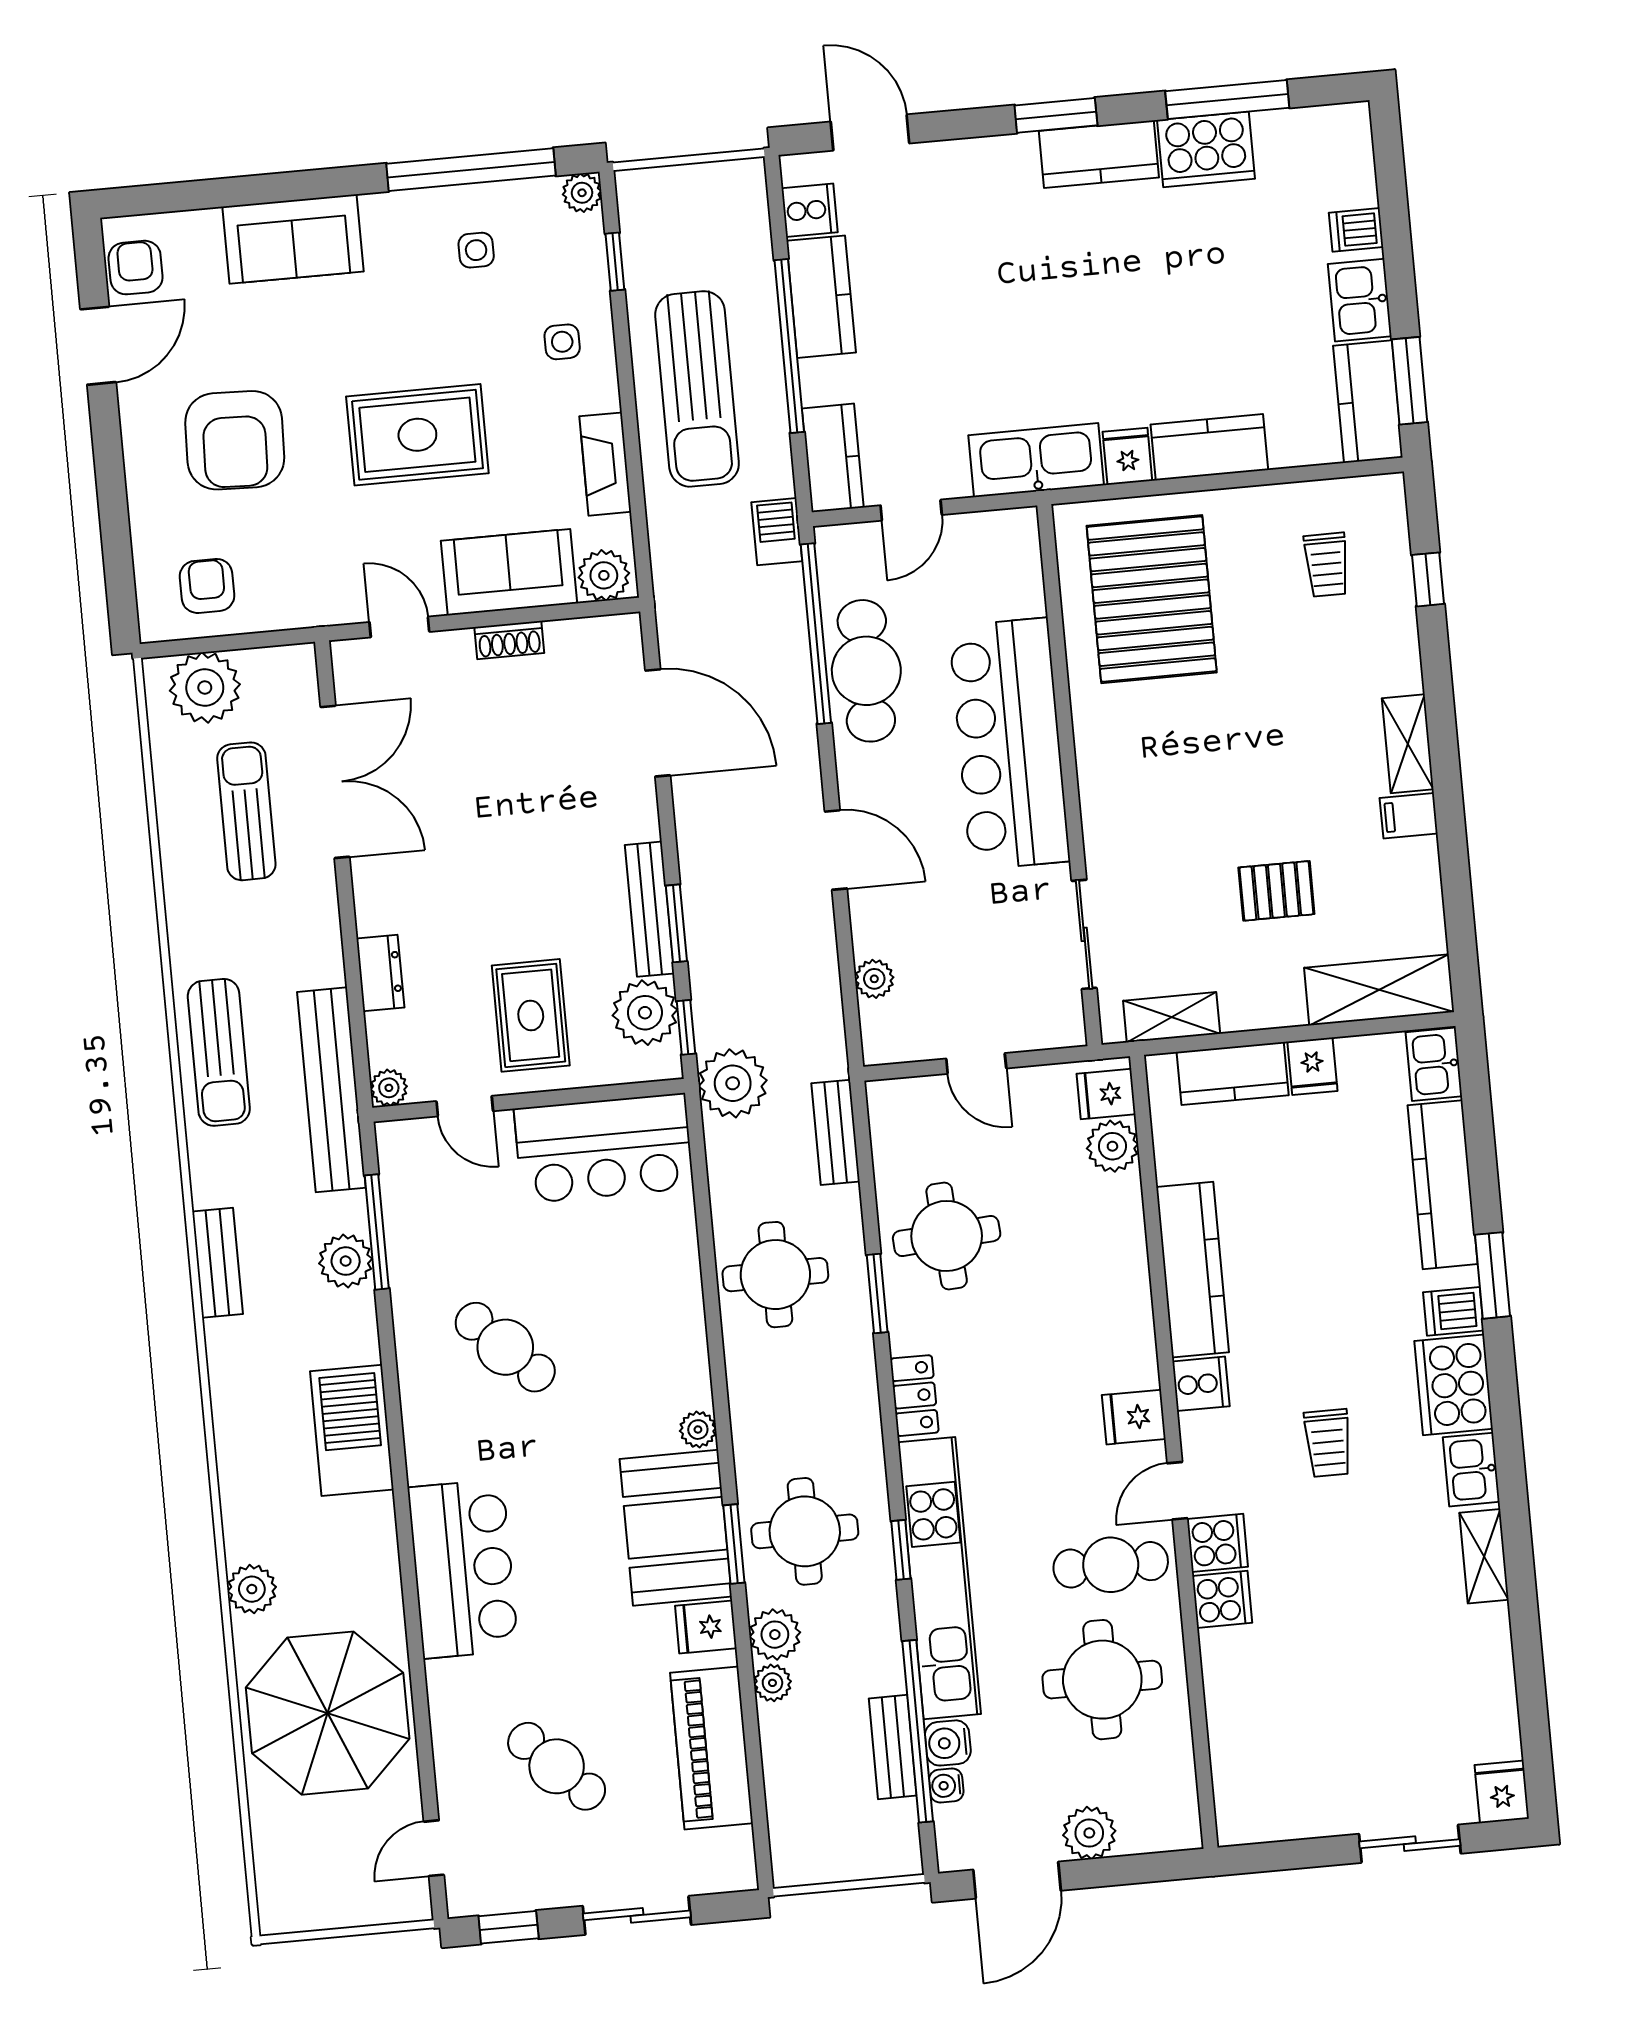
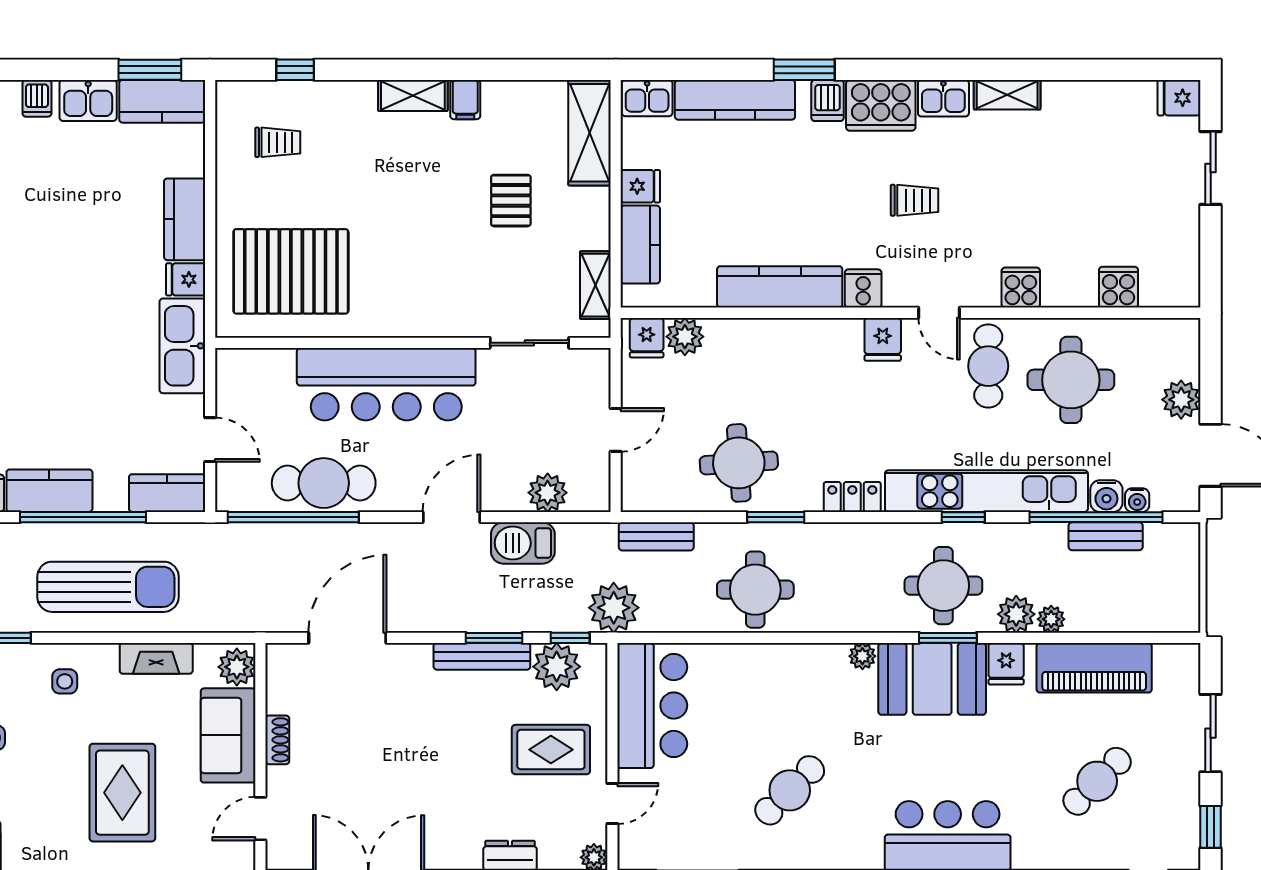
barbecue: (777, 532) -> (523, 543), moved, width x1.38, depth x1.27
plant: (874, 979) -> (548, 493), width x1.38, depth x1.38
cooker: (1217, 1543) -> (1119, 287), moved

